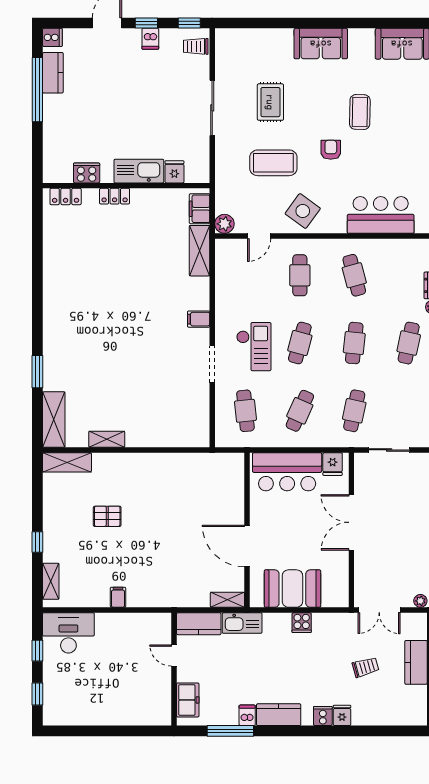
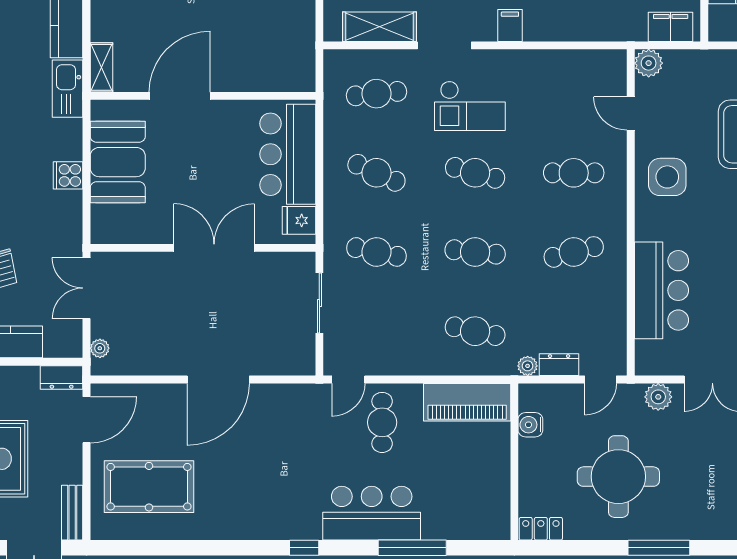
side table: (303, 211) -> (667, 177), turned -36
shelving: (199, 251) -> (380, 27), moved

